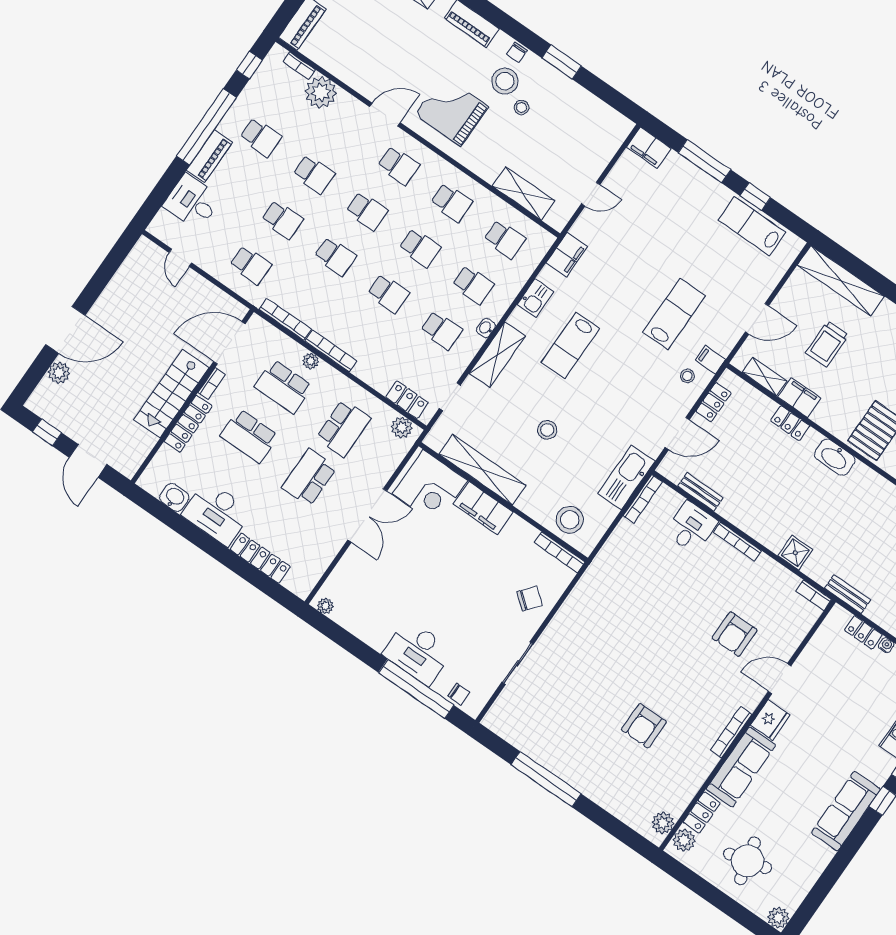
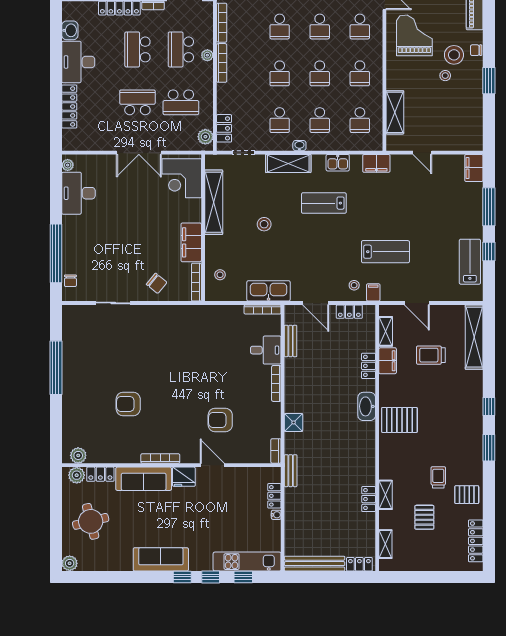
filing cabinet: (483, 508) -> (191, 242), moved
stool: (570, 520) -> (220, 275), width x0.53, depth x0.53
desk: (418, 652) -> (78, 193), moved

